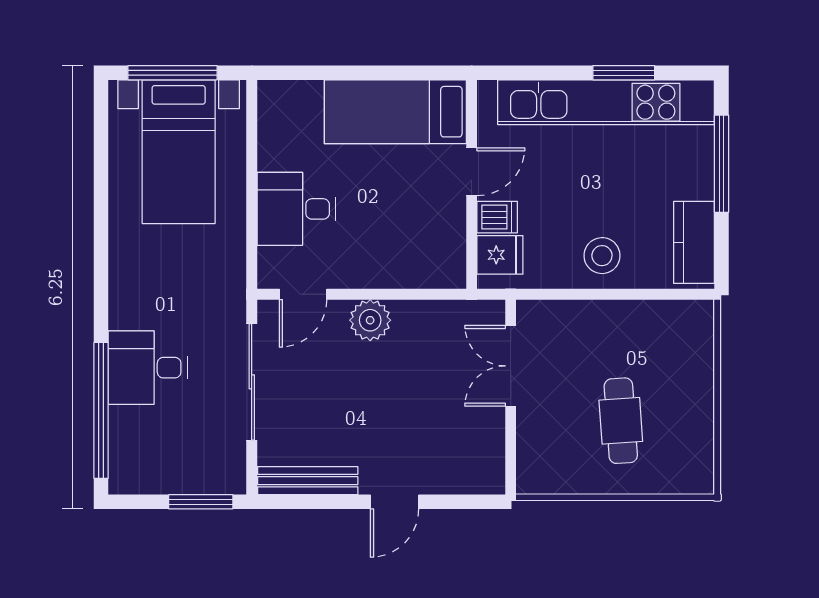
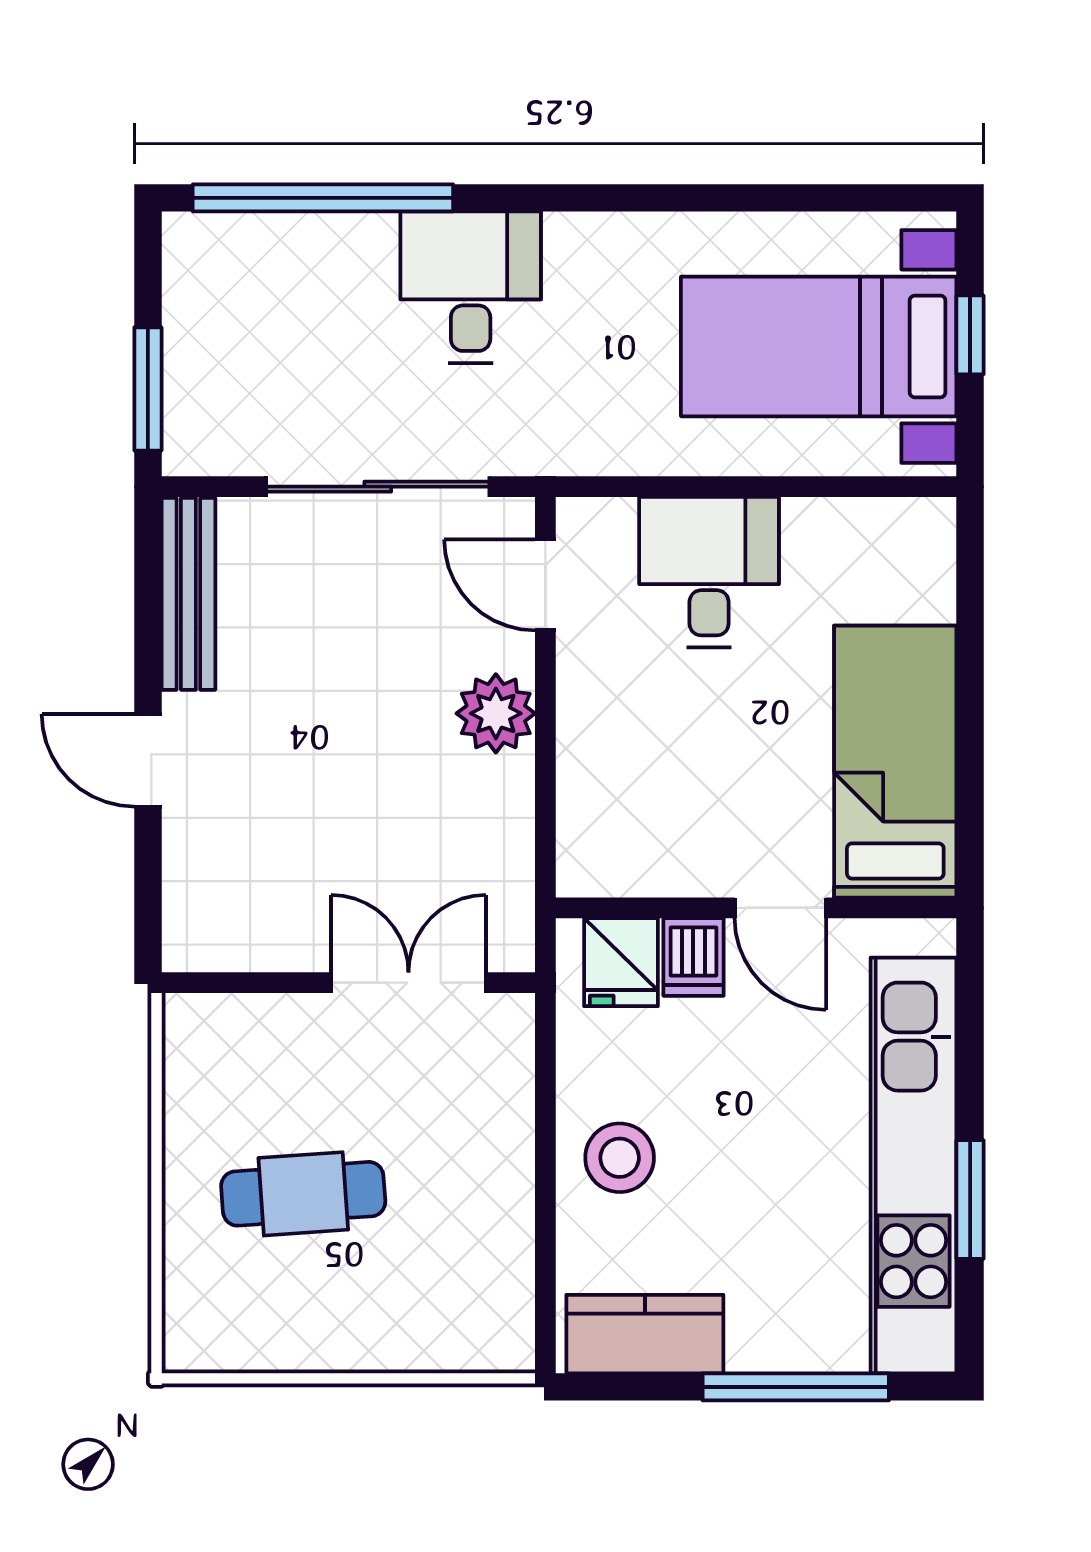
window: (173, 73) -> (970, 335), width x0.46
desk: (148, 368) -> (471, 287), moved

